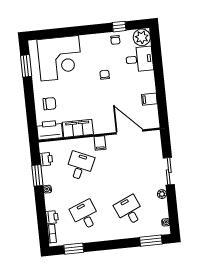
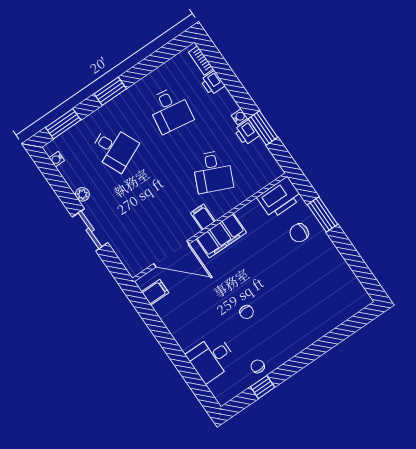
plant: (142, 37) -> (224, 389), removed
corner desk: (60, 58) -> (319, 301), removed
window: (26, 66) -> (323, 215), moved
filing cabinet: (149, 99) -> (155, 292), moved
filing cabinet: (78, 128) -> (221, 236), moved
printer: (46, 159) -> (247, 133), moved
desk: (85, 215) -> (170, 110), turned 30
window: (74, 249) -> (110, 91), moved

